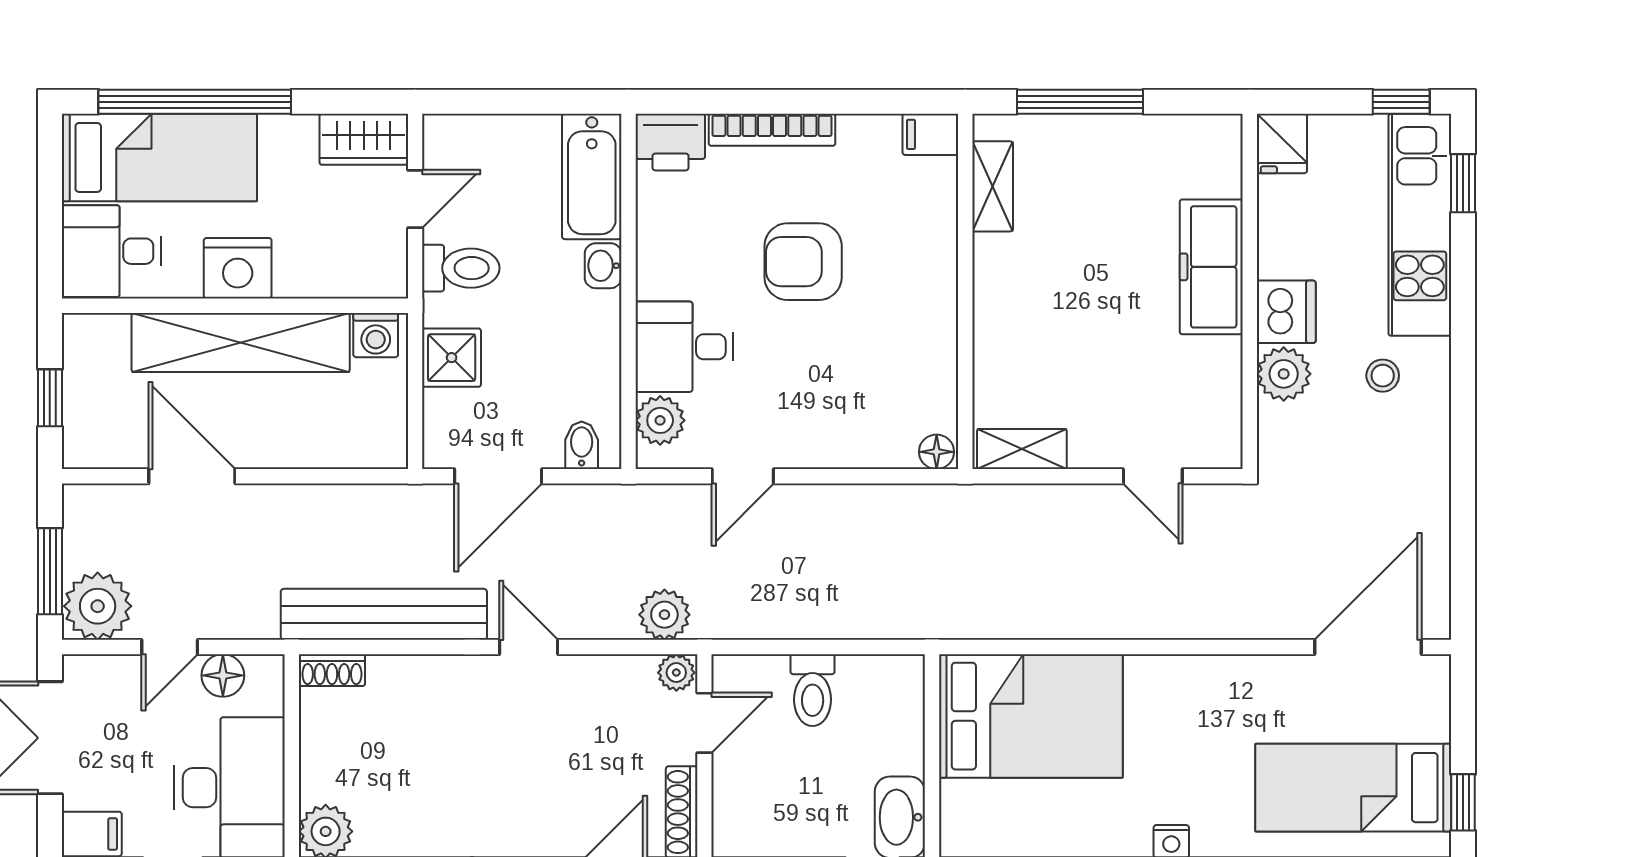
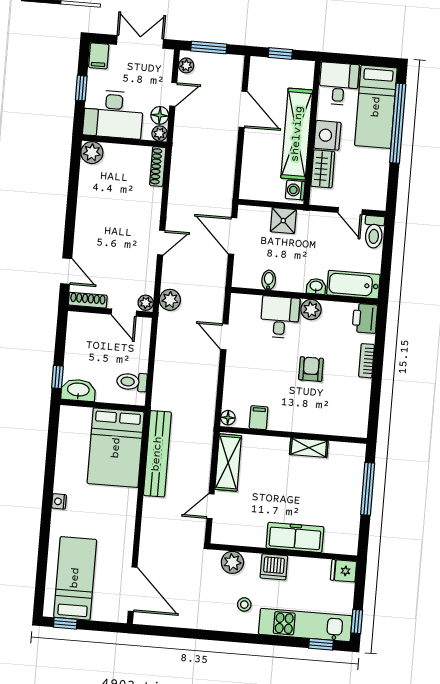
bookcase: (772, 130) -> (367, 361), width x0.64
filing cabinet: (930, 134) -> (259, 418), moved
wardrobe: (364, 139) -> (323, 169), moved, turned 180
shelving: (993, 186) -> (309, 448), moved
armchair: (803, 262) -> (311, 369), width x0.72, depth x0.72
toilet: (461, 268) -> (374, 232), moved
plant: (1284, 374) -> (232, 562), moved
plant: (660, 420) -> (311, 310), moved
bidet: (582, 445) -> (269, 280), moved, turned -90
shelving: (1022, 449) -> (228, 462), width x1.50, depth x1.33
door: (192, 476) -> (243, 109), hinge flipped
plant: (98, 606) -> (186, 65), width x0.53, depth x0.53
bench: (384, 614) -> (157, 454), moved
door: (170, 647) -> (173, 94), swing flipped
shoe rack: (332, 670) -> (158, 166), width x1.43
plant: (266, 673) -> (160, 133), added
toilet: (813, 690) -> (132, 382), moved

